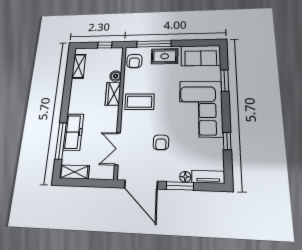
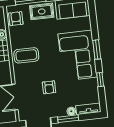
armchair: (134, 61) -> (16, 19), turned 180
window: (225, 81) -> (97, 50), moved

